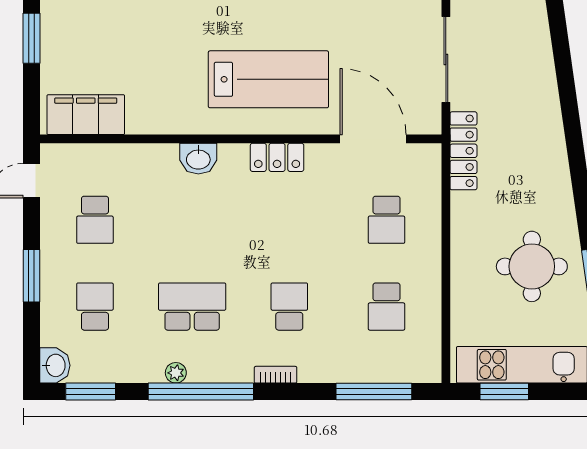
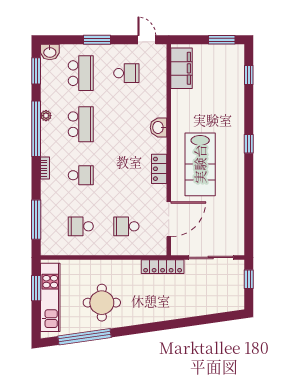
school desk: (95, 220) -> (126, 73), turned 180
school desk: (95, 307) -> (81, 73), width x1.85

